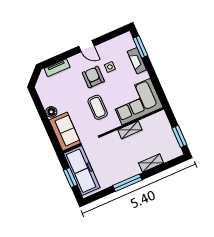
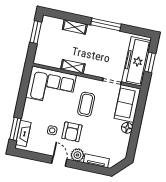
fireplace: (137, 61) -> (23, 133), moved
plant: (76, 62) -> (77, 155), added

